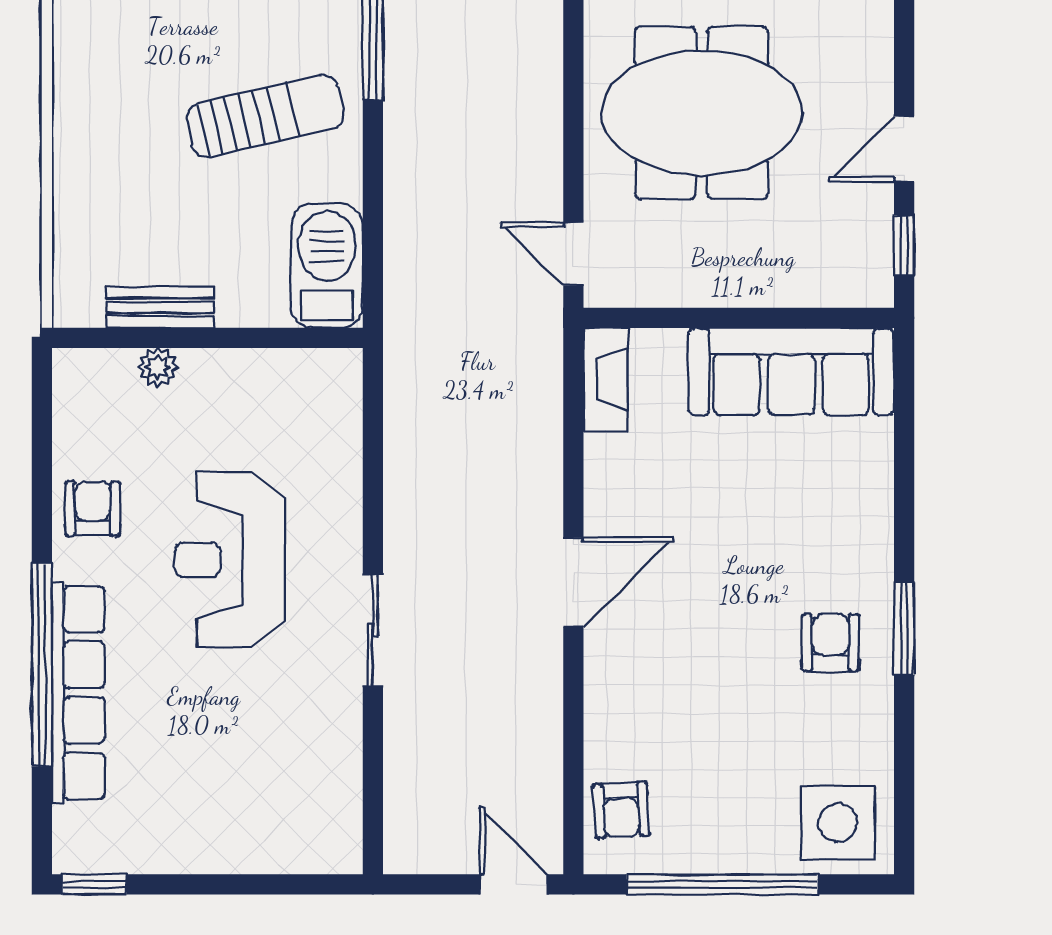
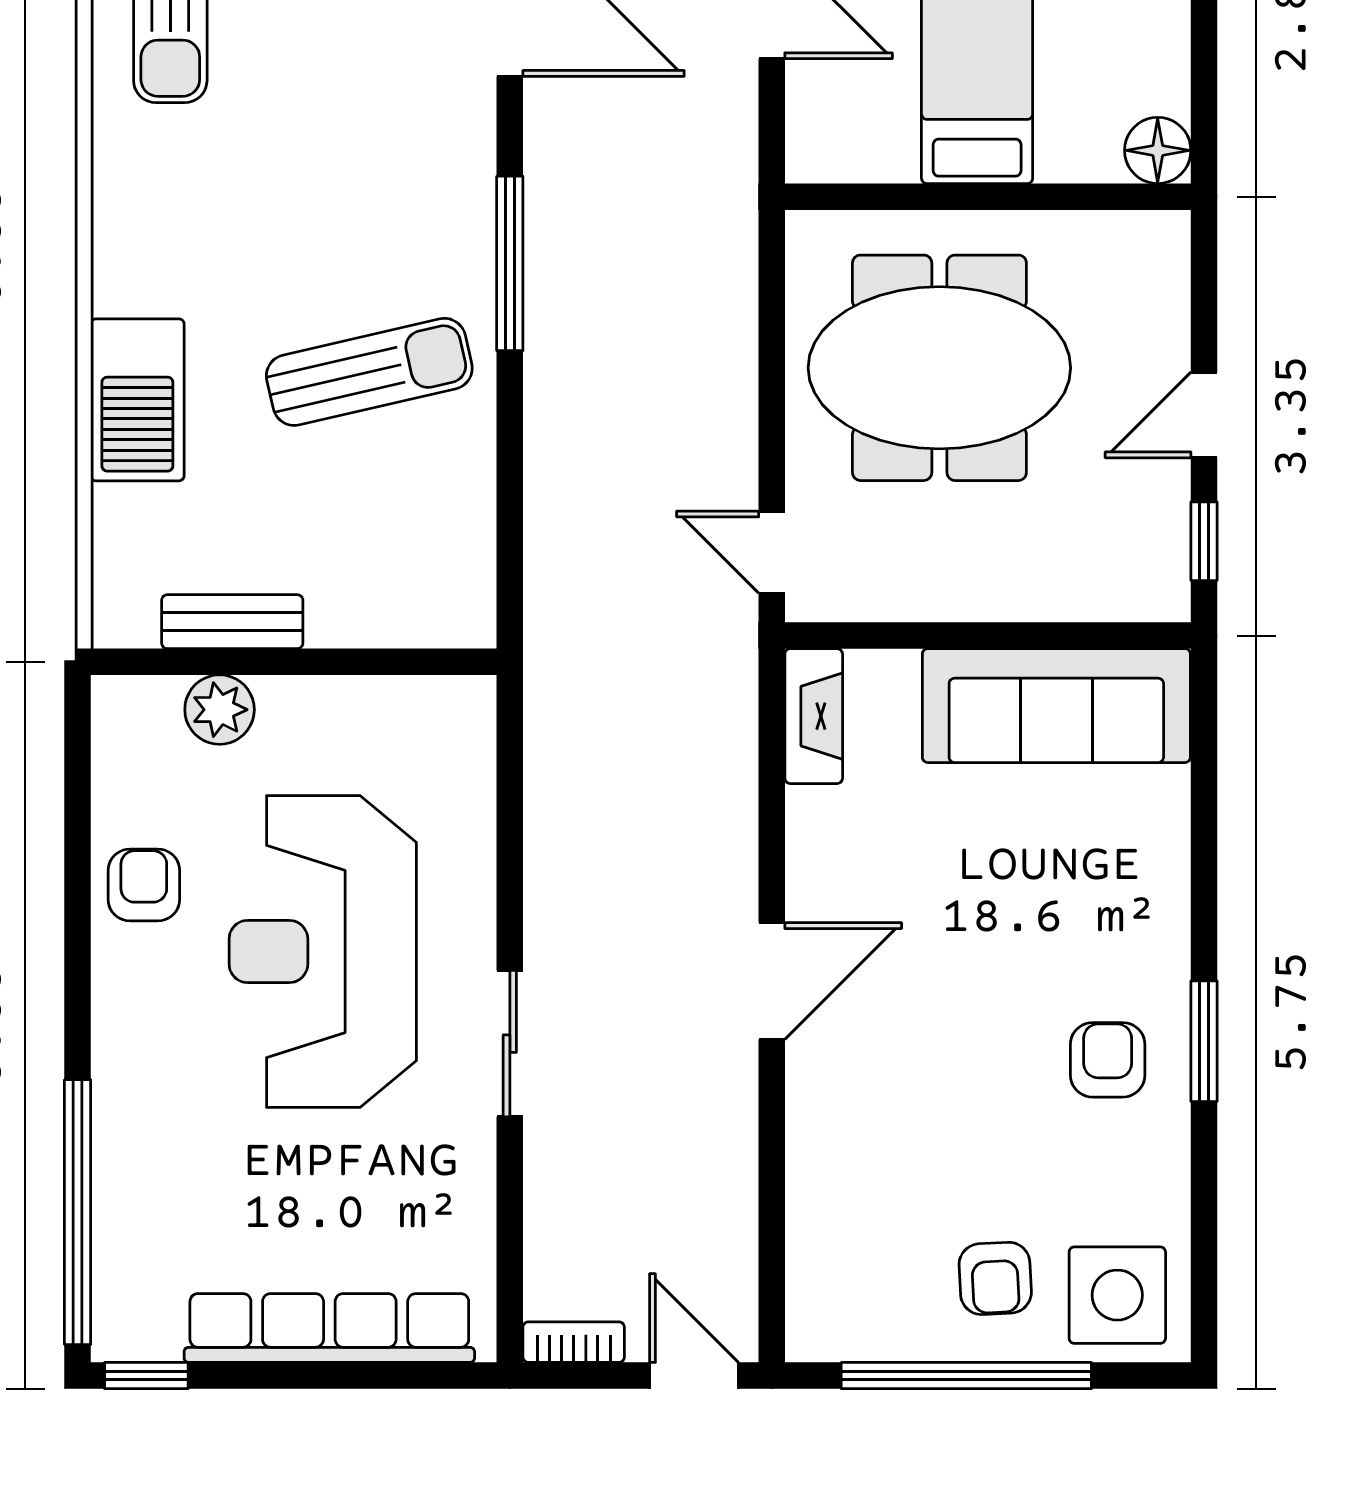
barbecue: (327, 266) -> (137, 400), moved, turned 180
plant: (158, 367) -> (220, 710), width x1.38, depth x1.38
reception desk: (230, 560) -> (323, 952), width x1.36, depth x1.30
window: (42, 665) -> (78, 1212), moved
row of seats: (78, 693) -> (329, 1328), moved, turned -90
armchair: (621, 810) -> (995, 1278), moved
bookcase: (422, 859) -> (574, 1342), added

